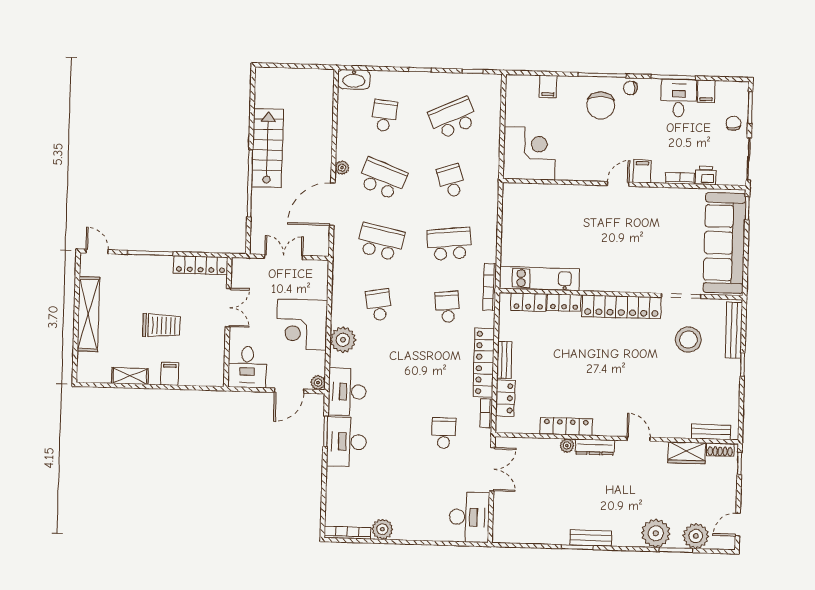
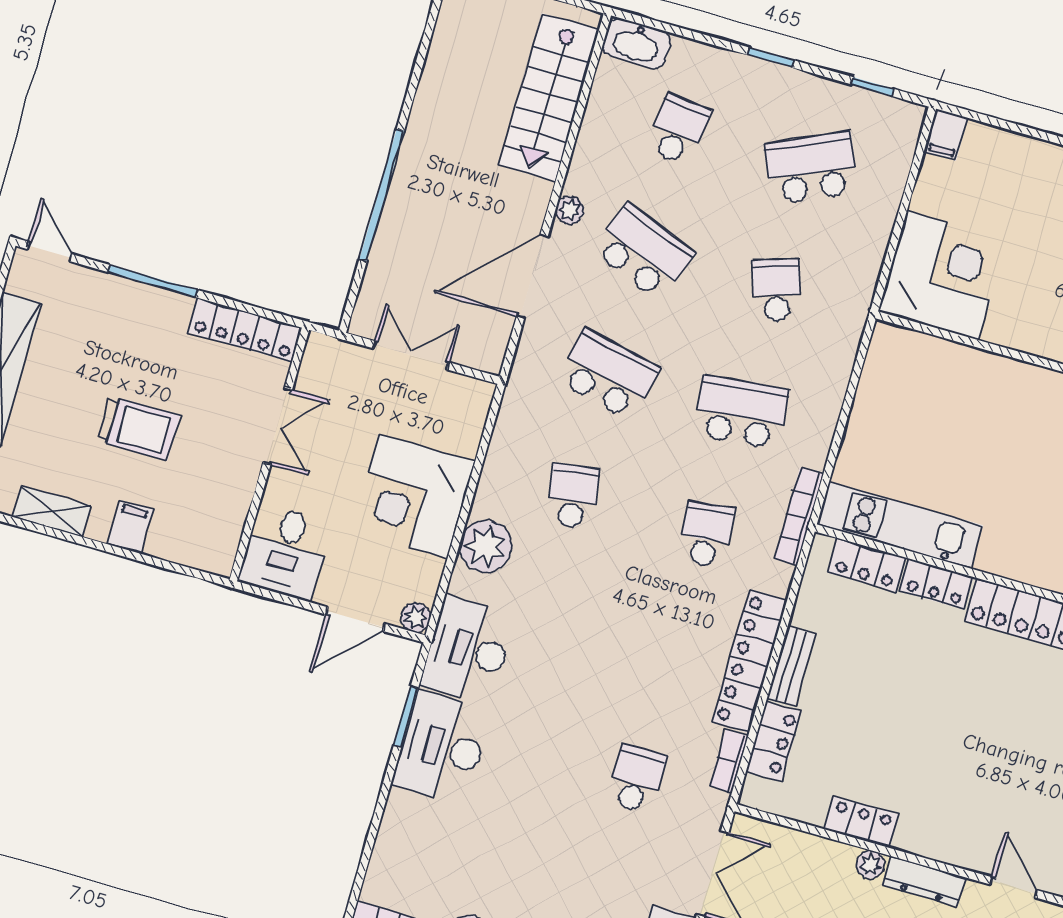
filing cabinet: (548, 86) -> (946, 135), moved
stairs: (268, 148) -> (549, 97), moved, turned 180
locker: (566, 426) -> (861, 822), width x0.66

